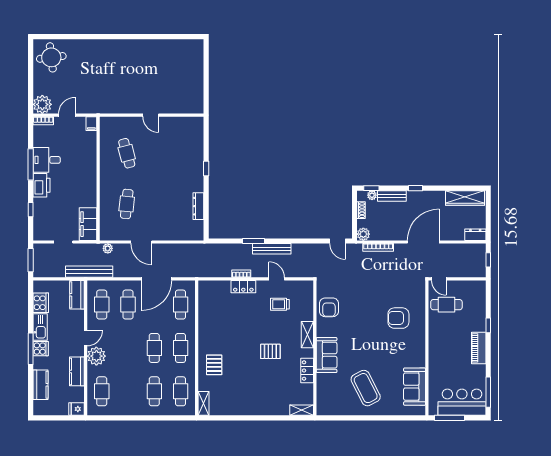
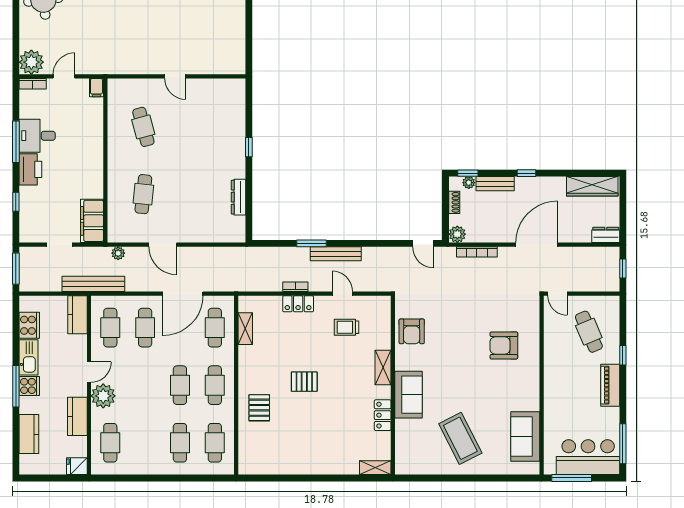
cafe table: (446, 305) -> (589, 332), moved, turned 67
pallet: (270, 351) -> (304, 382), moved
shelving: (203, 403) -> (245, 329), moved

